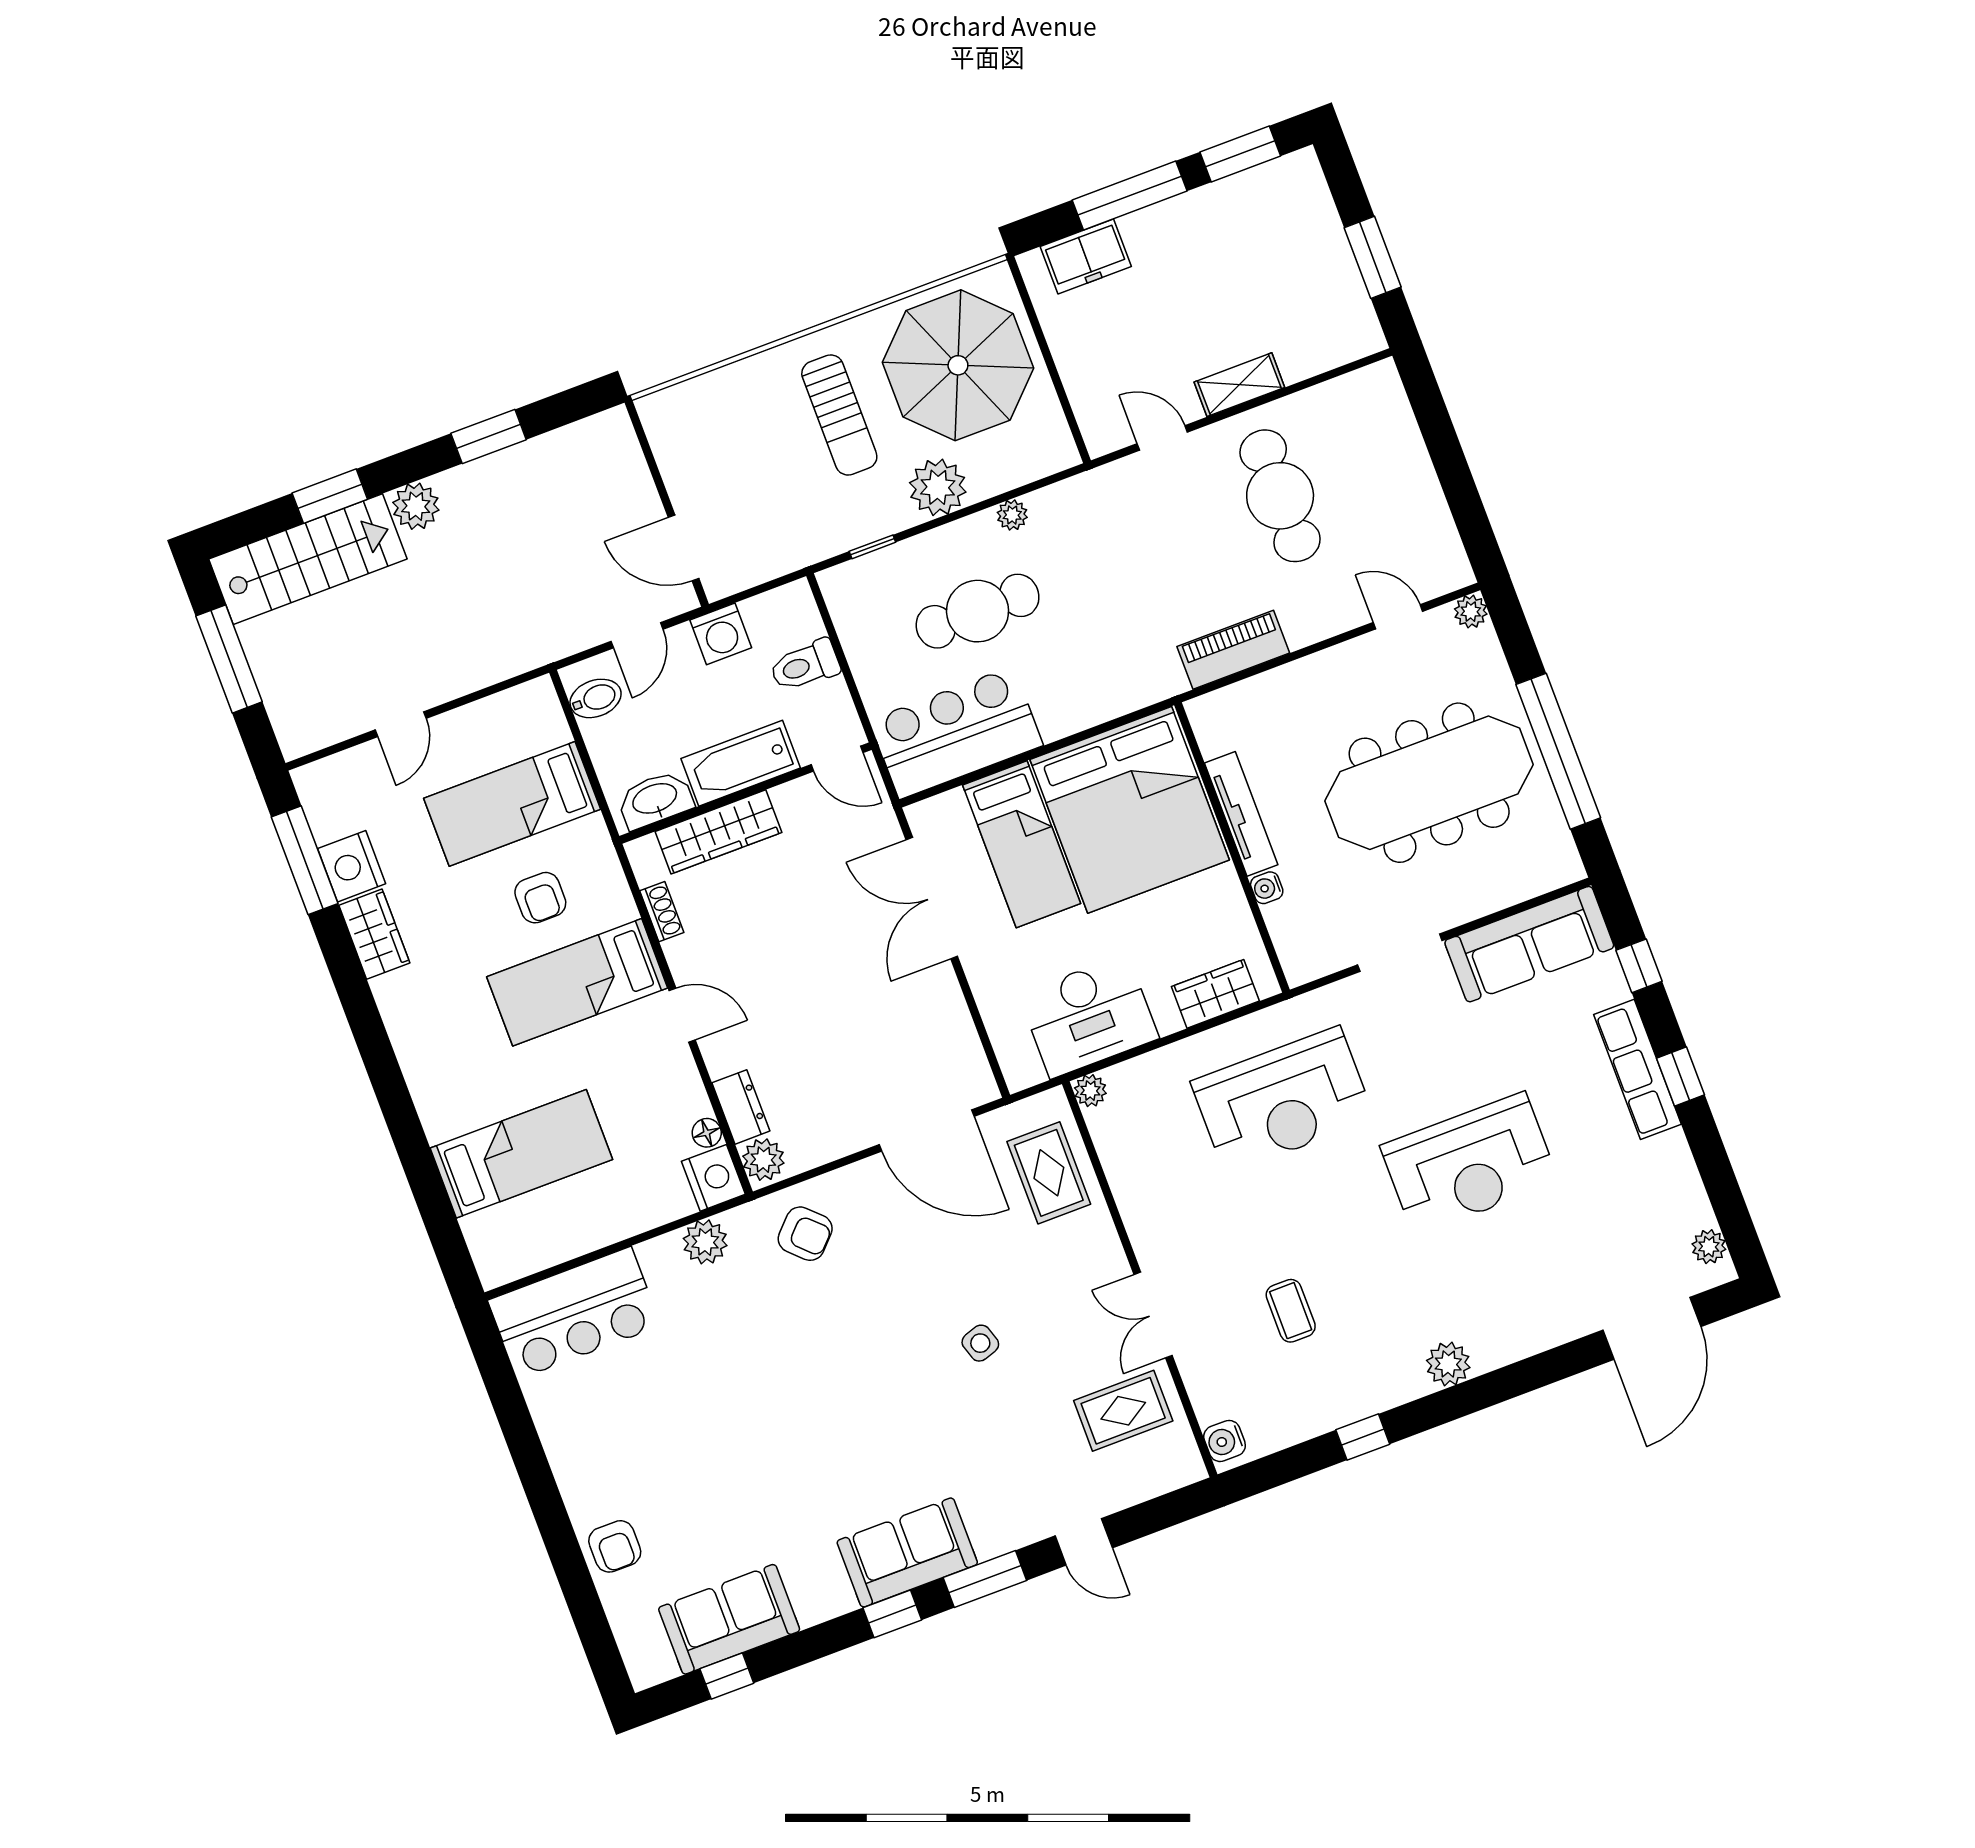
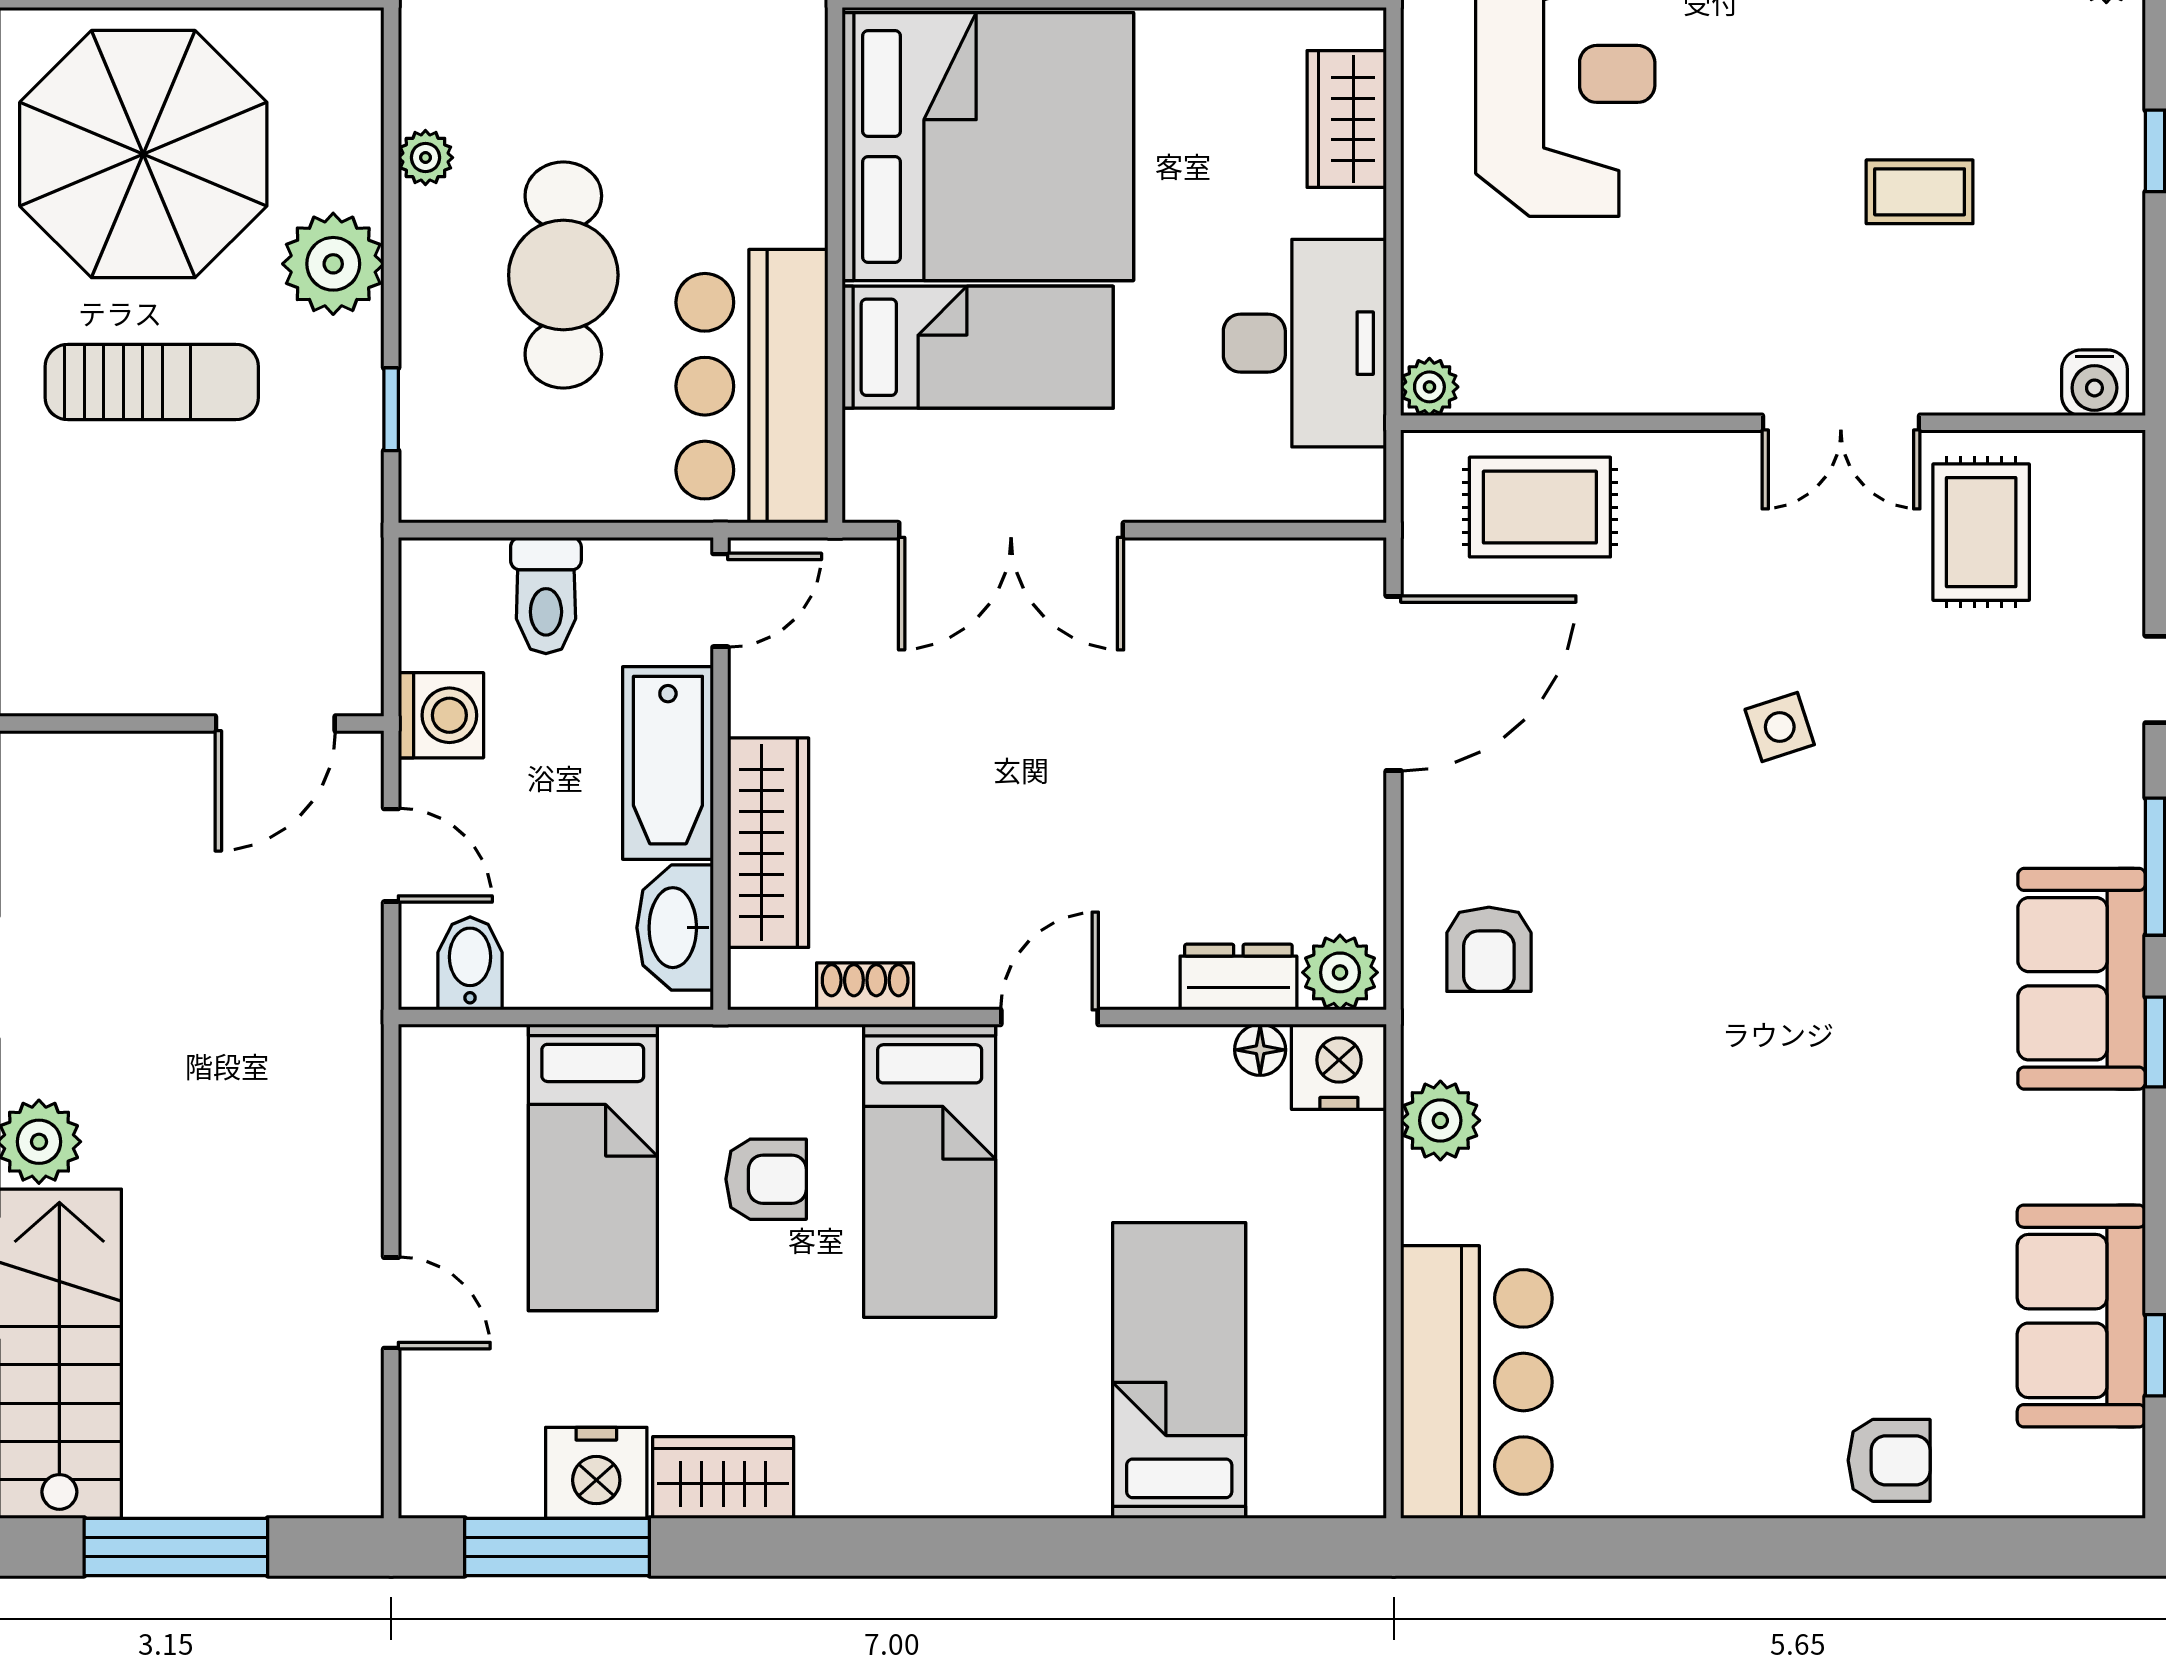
armchair: (805, 1234) -> (1489, 949), turned 136

